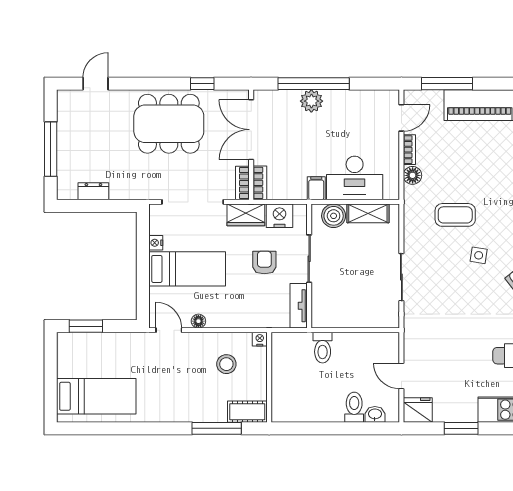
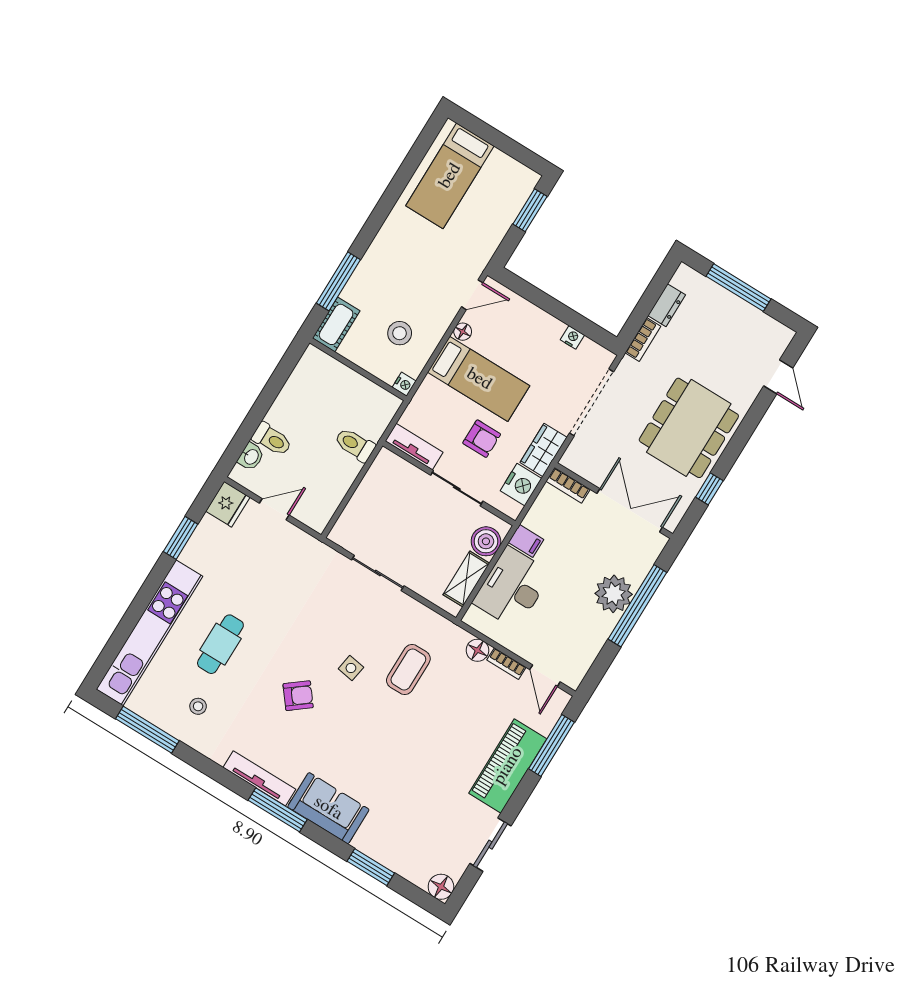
plant: (311, 101) -> (614, 594), width x1.36, depth x1.36
bookcase: (242, 183) -> (643, 339), moved, turned 90
bed: (187, 269) -> (479, 379), moved, turned -90

